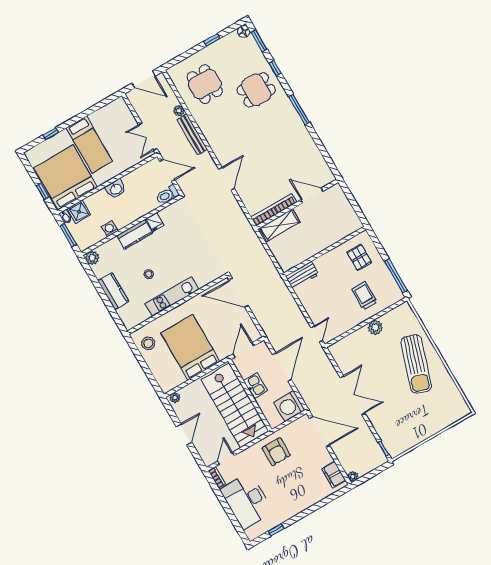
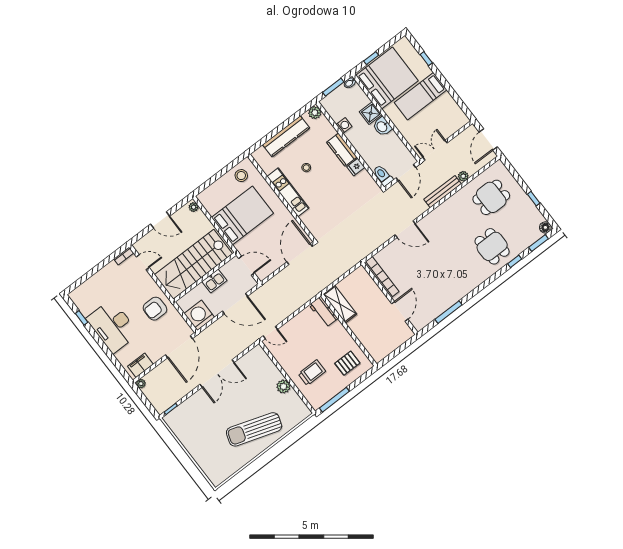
window: (299, 110) -> (449, 312), moved
shower: (79, 212) -> (371, 113), moved
shelving: (280, 225) -> (340, 304), moved
kitchen counter: (113, 291) -> (286, 136), width x1.50
desk: (247, 501) -> (113, 326), moved, turned -90

